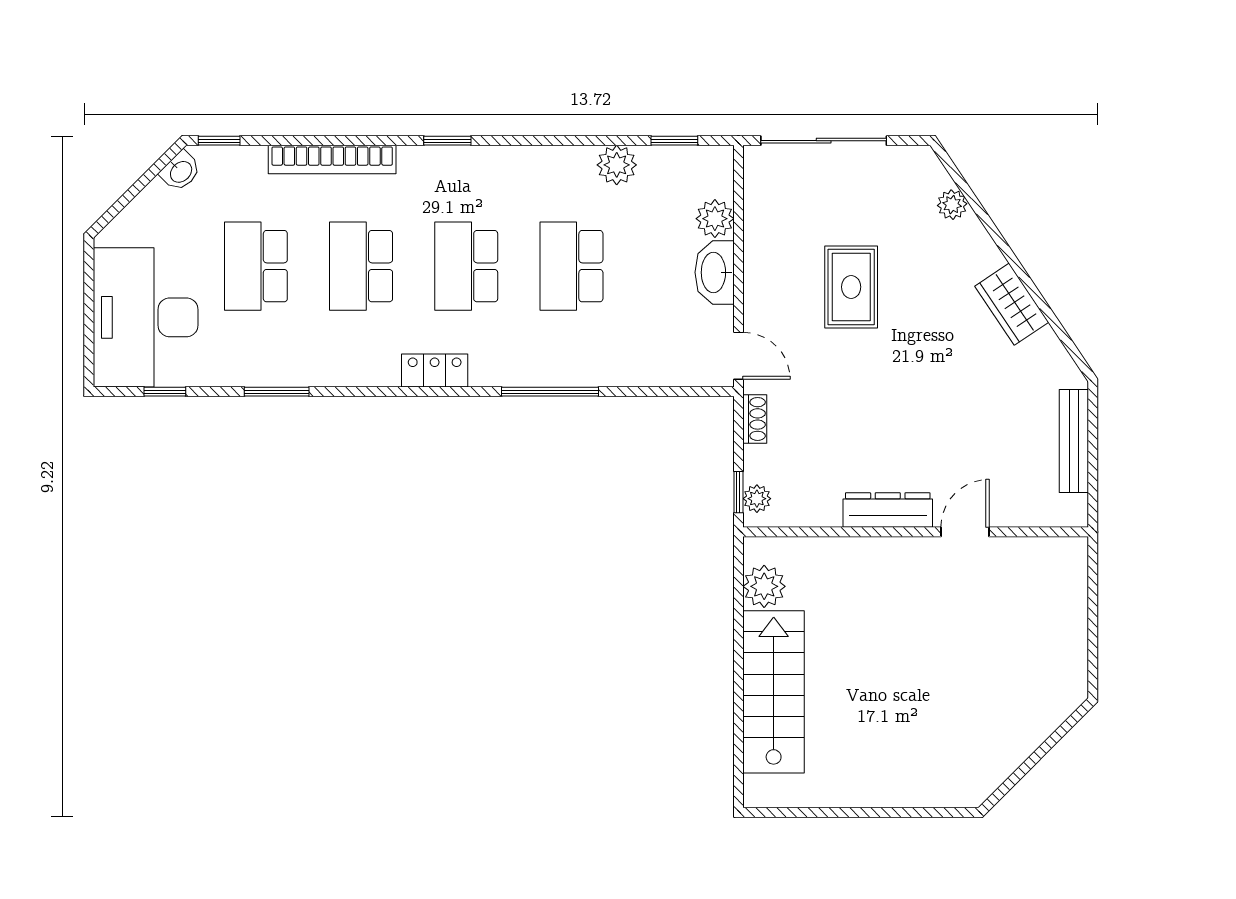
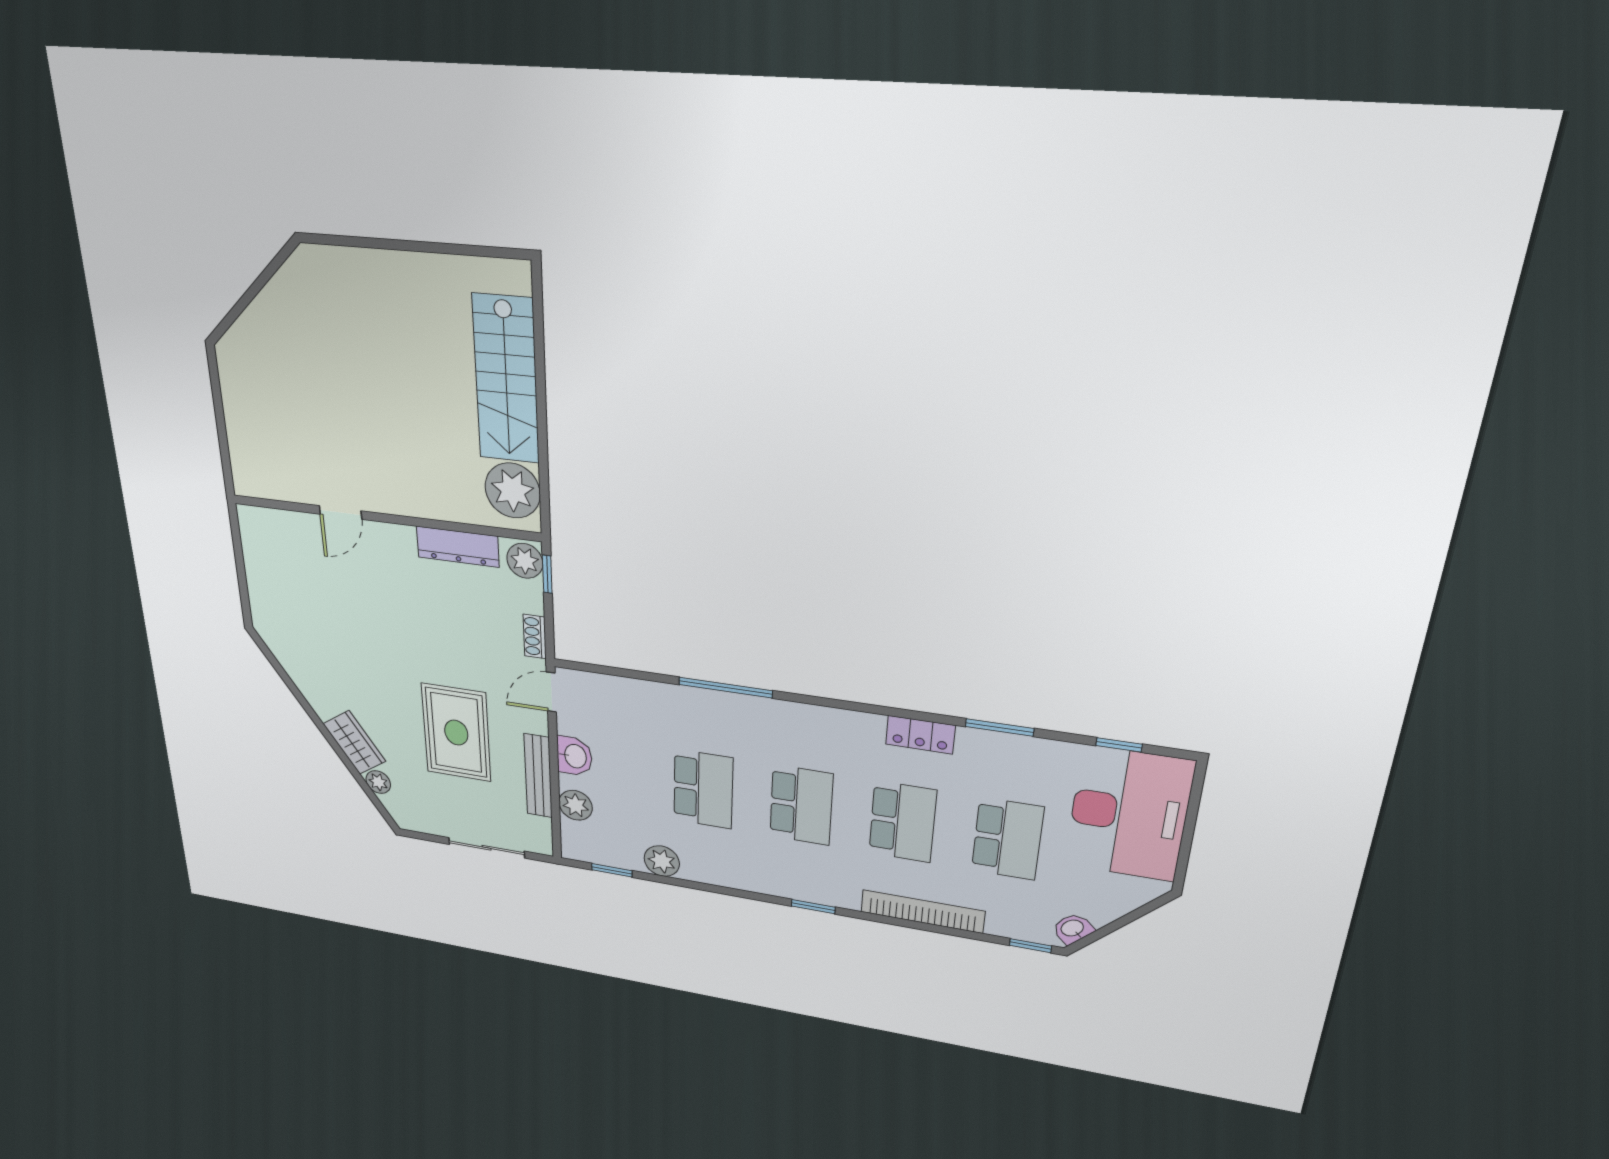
sliding door: (824, 141) -> (487, 848), width x0.73
washbasin: (715, 272) -> (574, 756), width x0.72
rug: (851, 287) -> (456, 733), width x1.36, depth x1.43
wardrobe: (1012, 304) -> (354, 742), moved
door: (738, 356) -> (551, 692), hinge flipped
locker: (435, 371) -> (920, 735), moved
bench: (1074, 441) -> (538, 776), moved
plant: (757, 499) -> (525, 561), width x1.38, depth x1.38
dresser: (888, 510) -> (458, 547), moved
plant: (764, 586) -> (513, 491), width x1.36, depth x1.36

